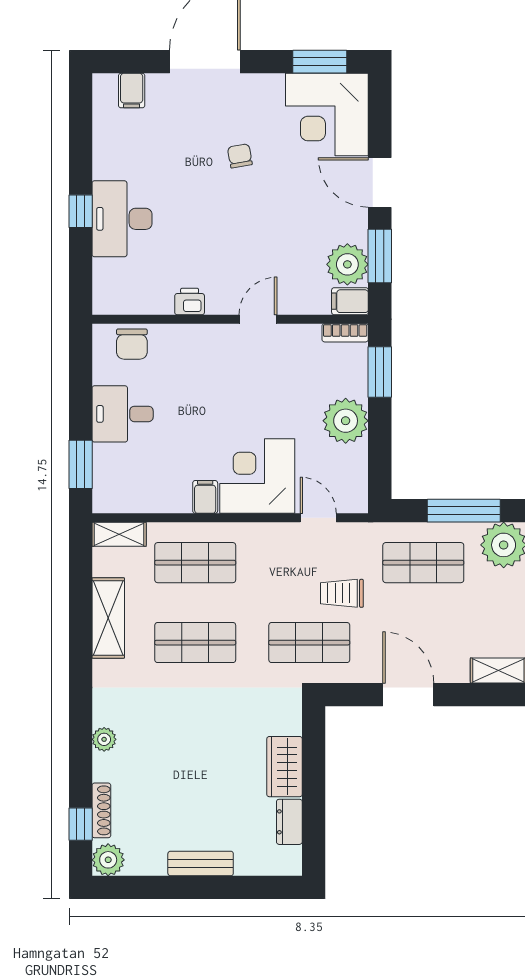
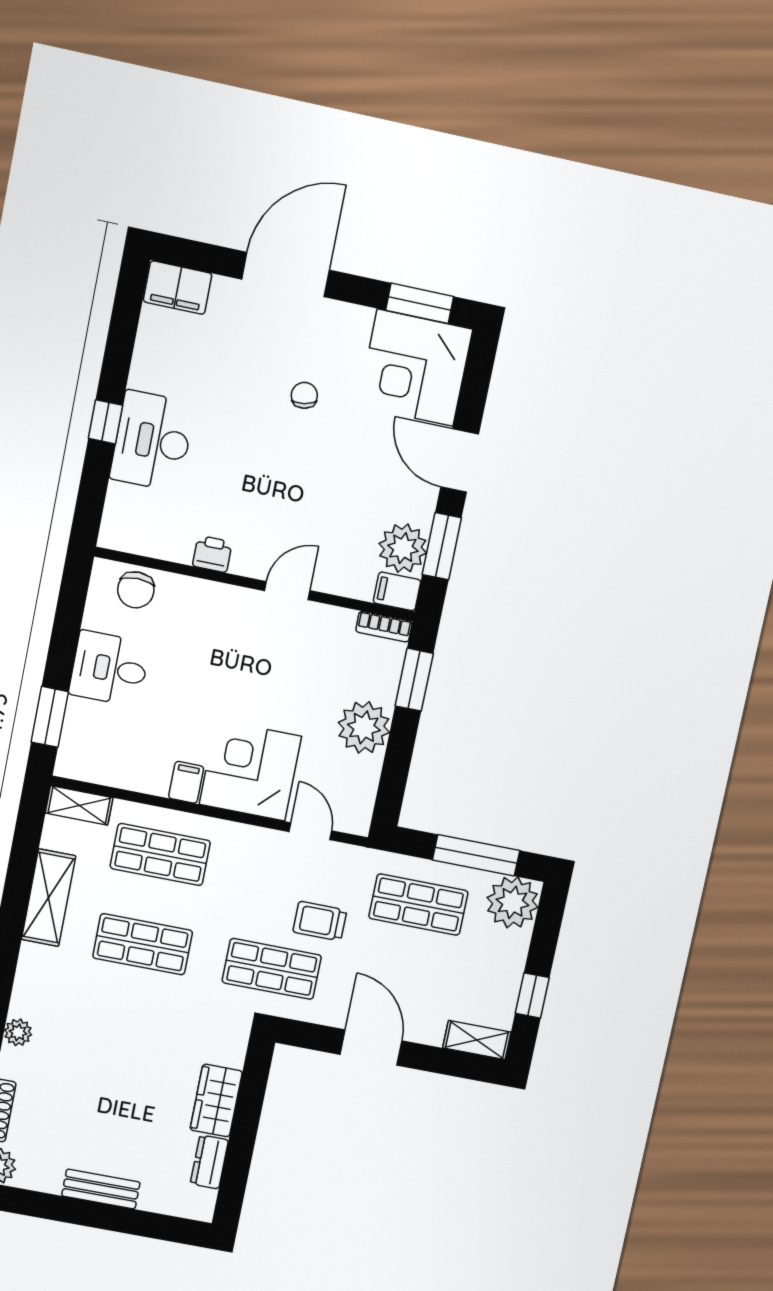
filing cabinet: (132, 91) -> (178, 288), width x2.00

